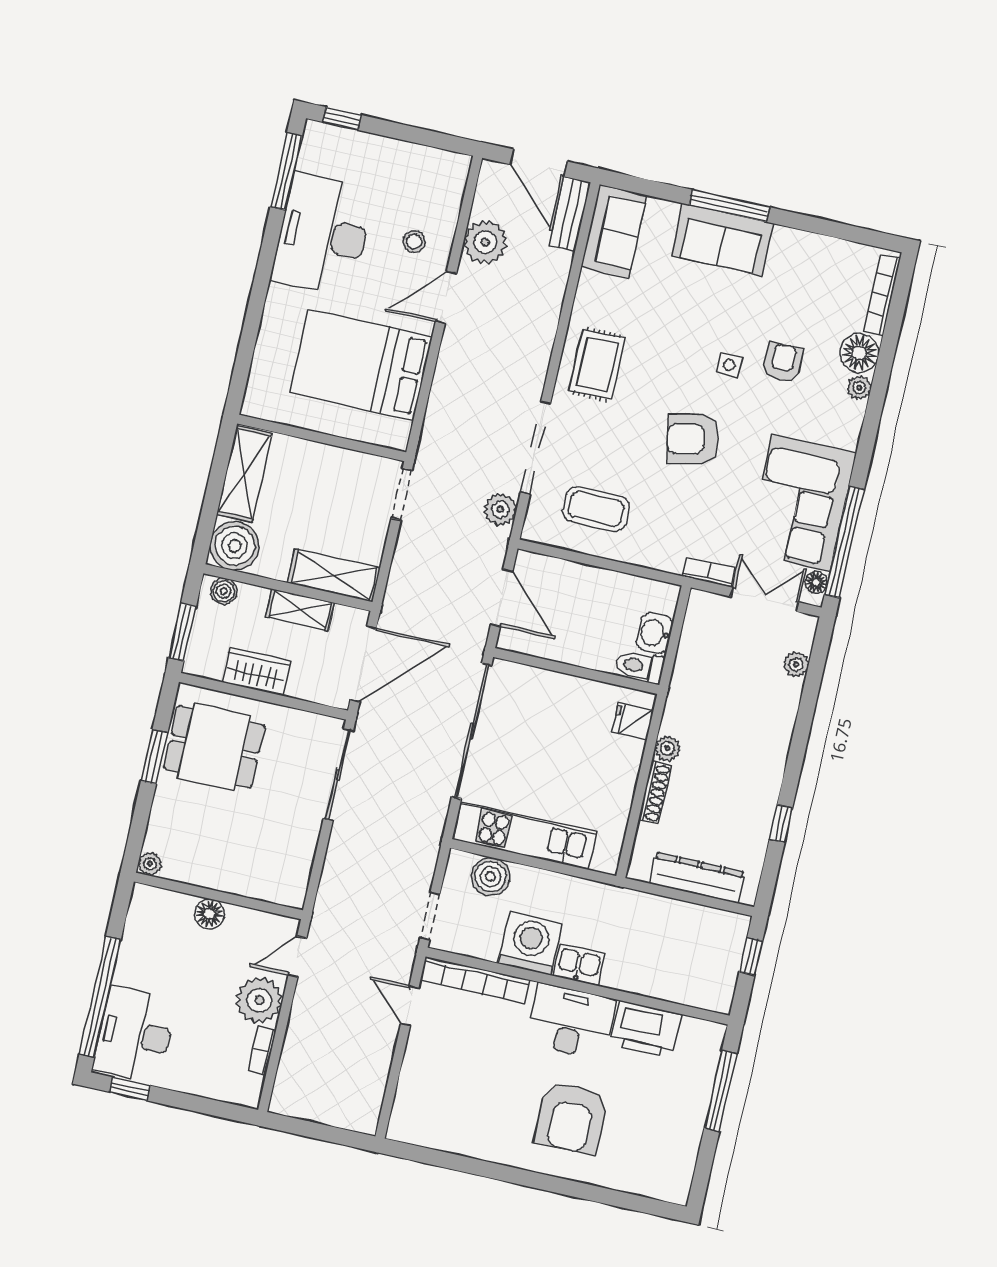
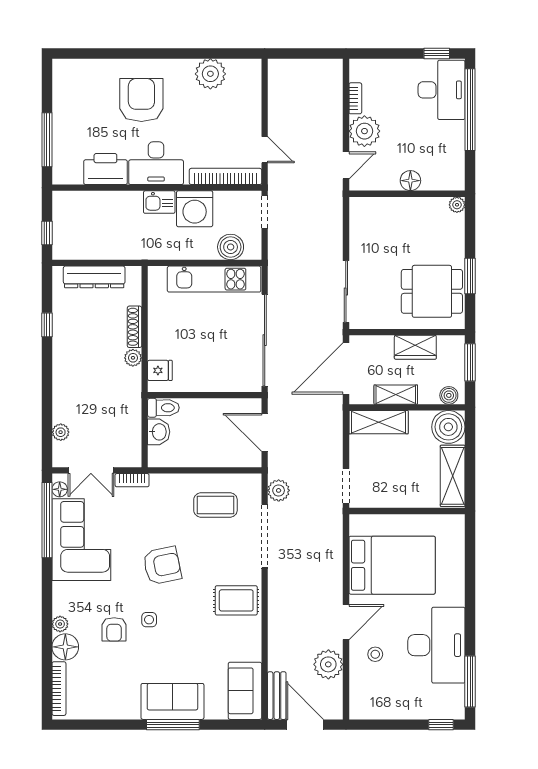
rug: (597, 364) -> (236, 600), turned 90
plant: (463, 1133) -> (210, 74), added

